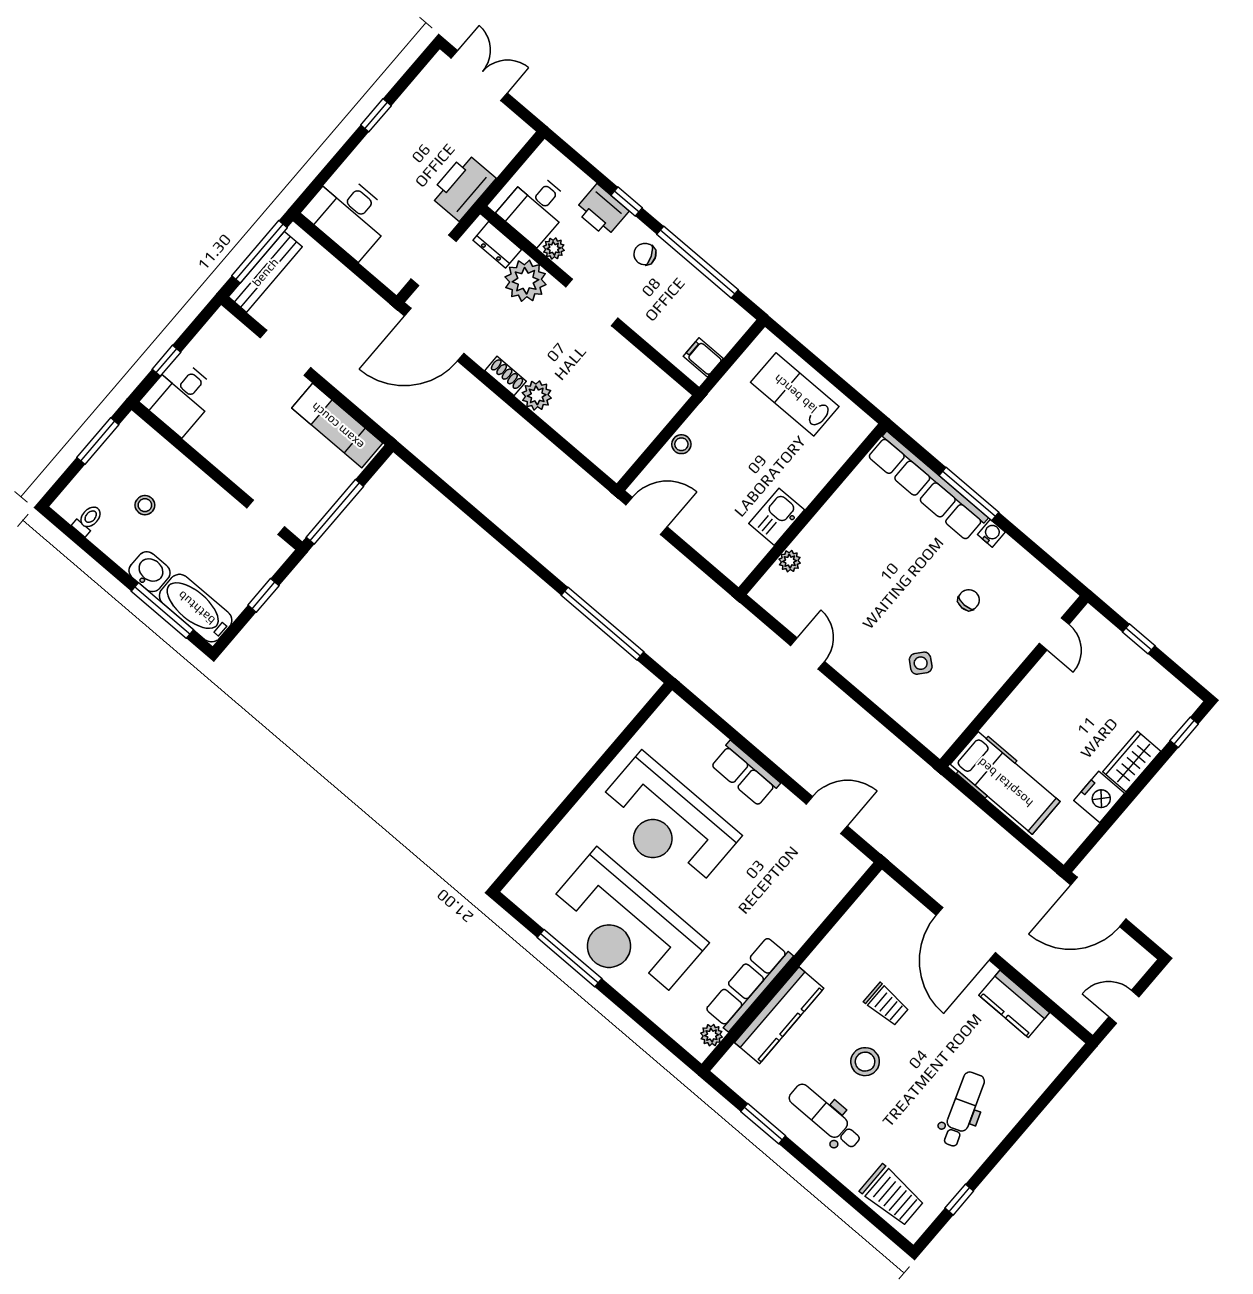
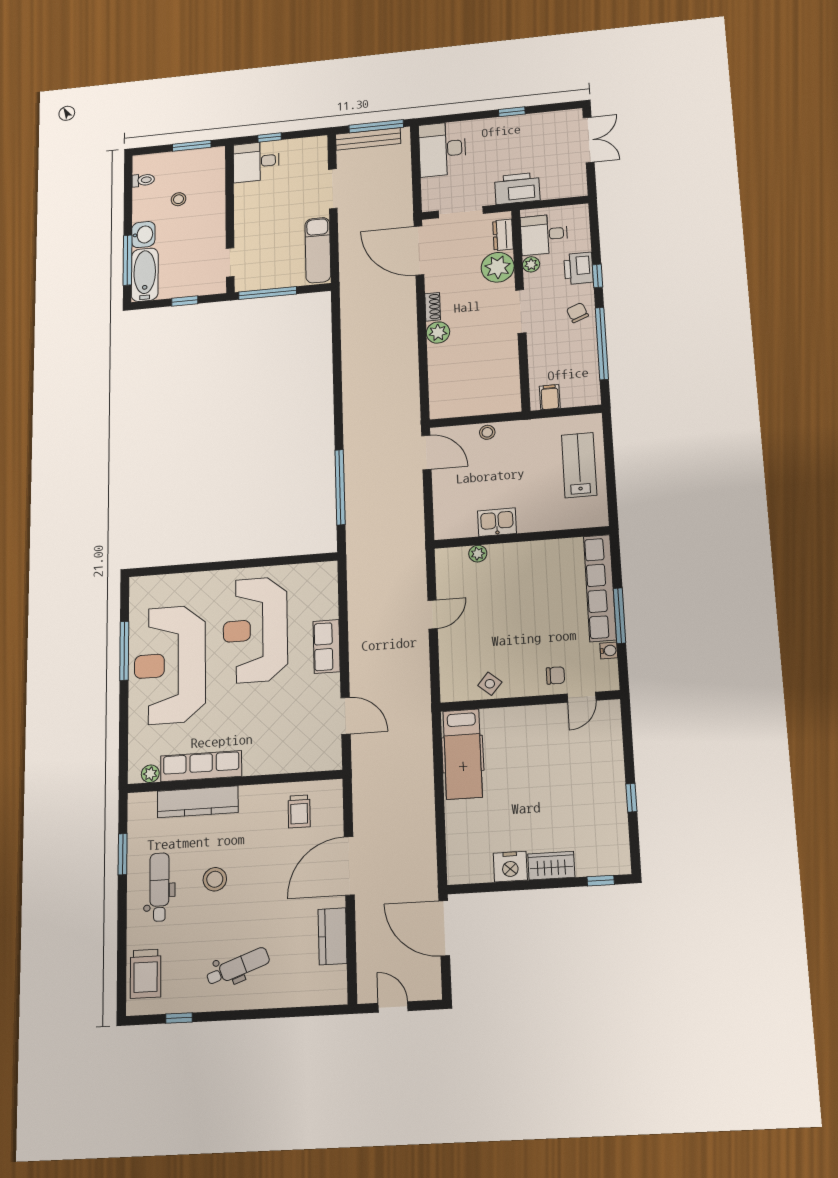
door: (1054, 634) -> (582, 697), moved
wall: (1014, 681) -> (530, 701), moved
hospital bed: (1005, 783) -> (463, 754), moved
trolley: (887, 1004) -> (299, 811), moved

